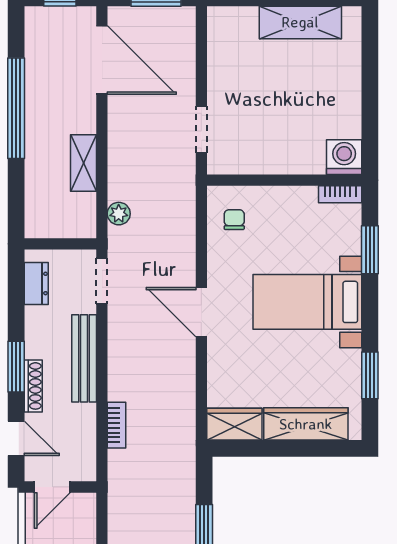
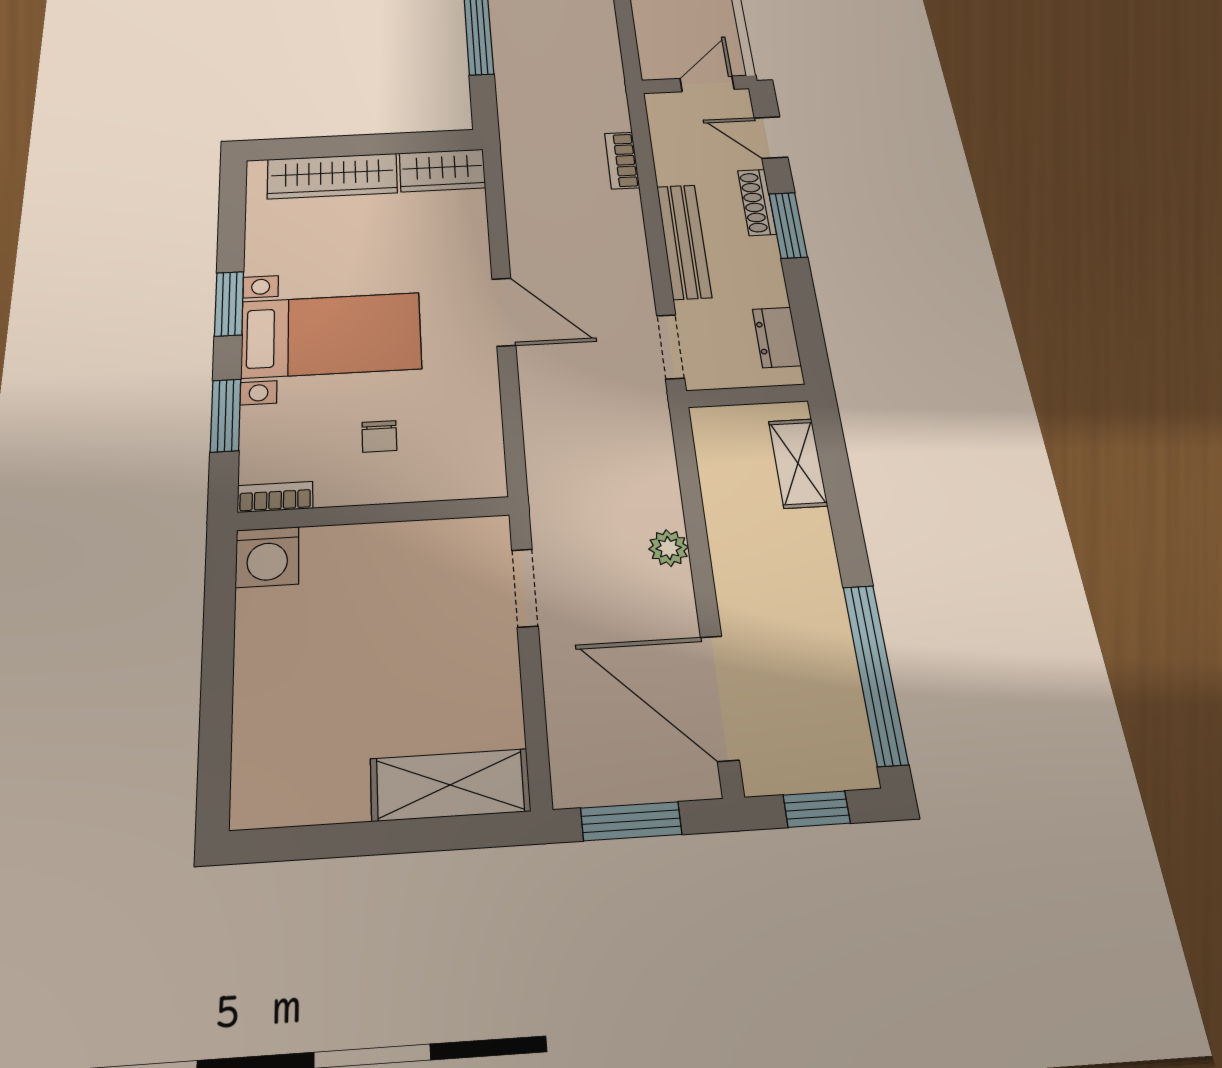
shelving: (300, 22) -> (450, 785), moved
window: (16, 108) -> (875, 674), moved
shelving: (83, 163) -> (798, 463), moved
plant: (119, 214) -> (669, 548), moved
chair: (234, 220) -> (379, 436), moved
window: (370, 375) -> (229, 304), moved

